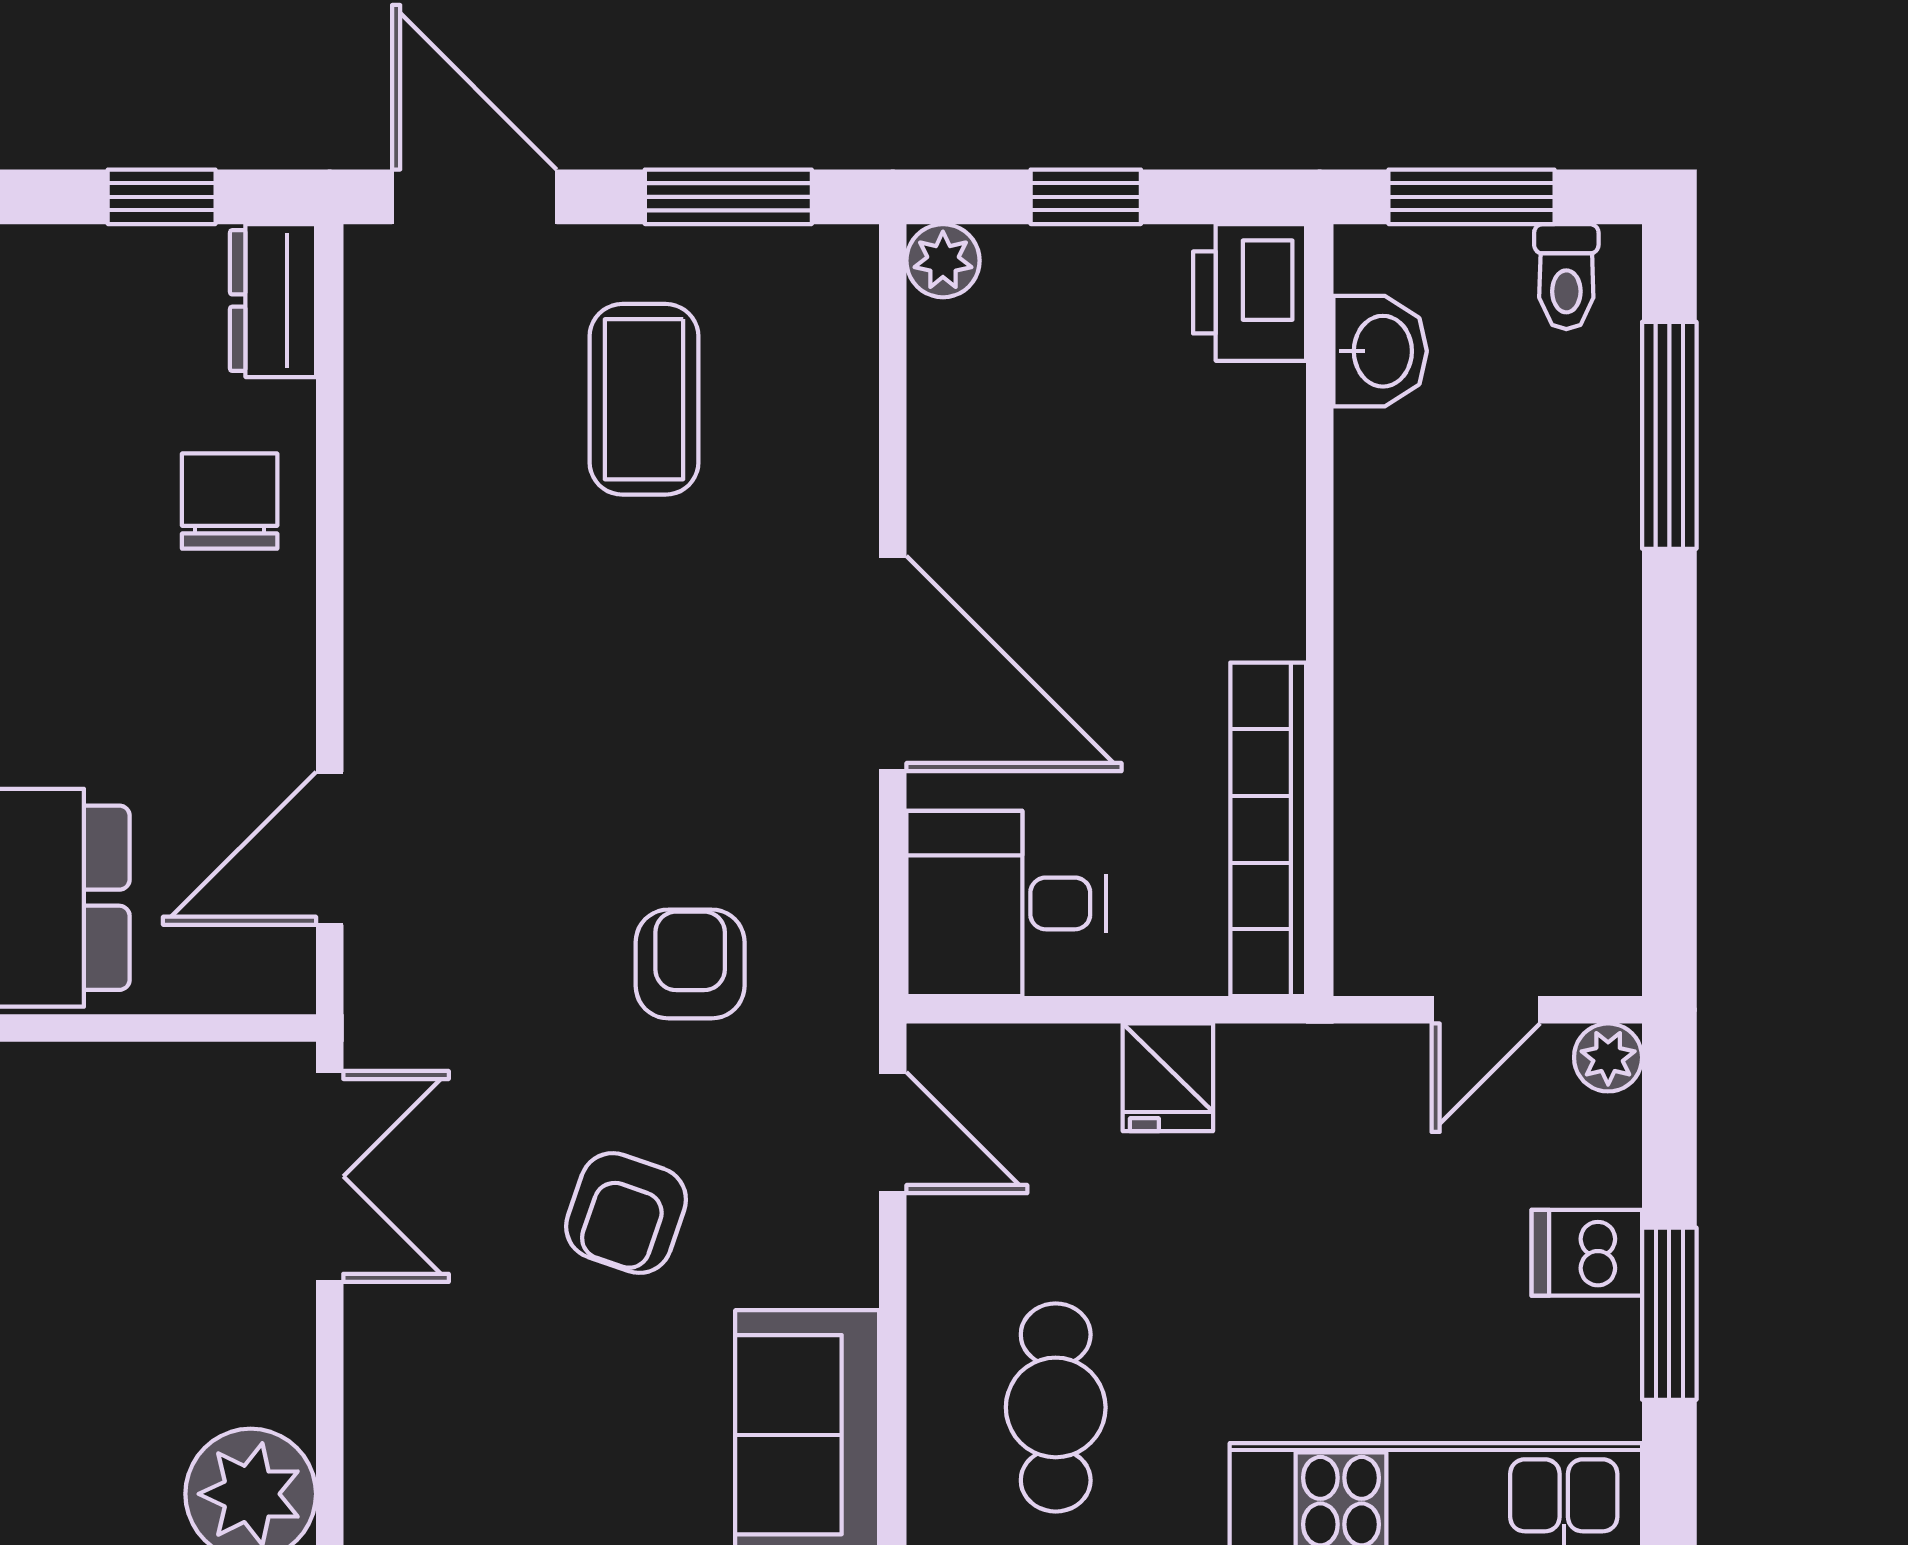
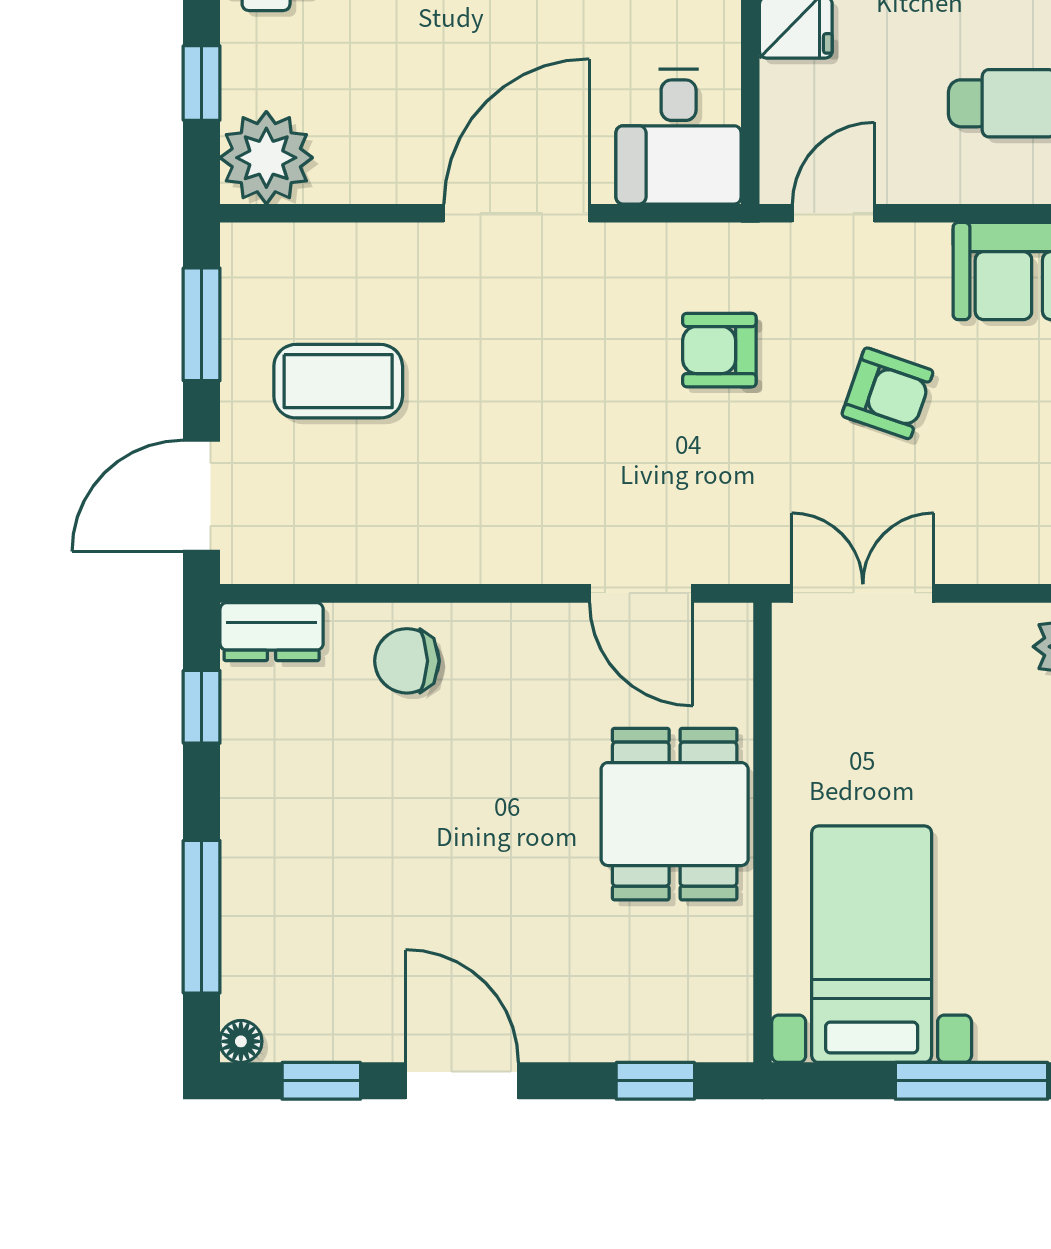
plant: (943, 261) -> (266, 158), width x1.87, depth x1.87

